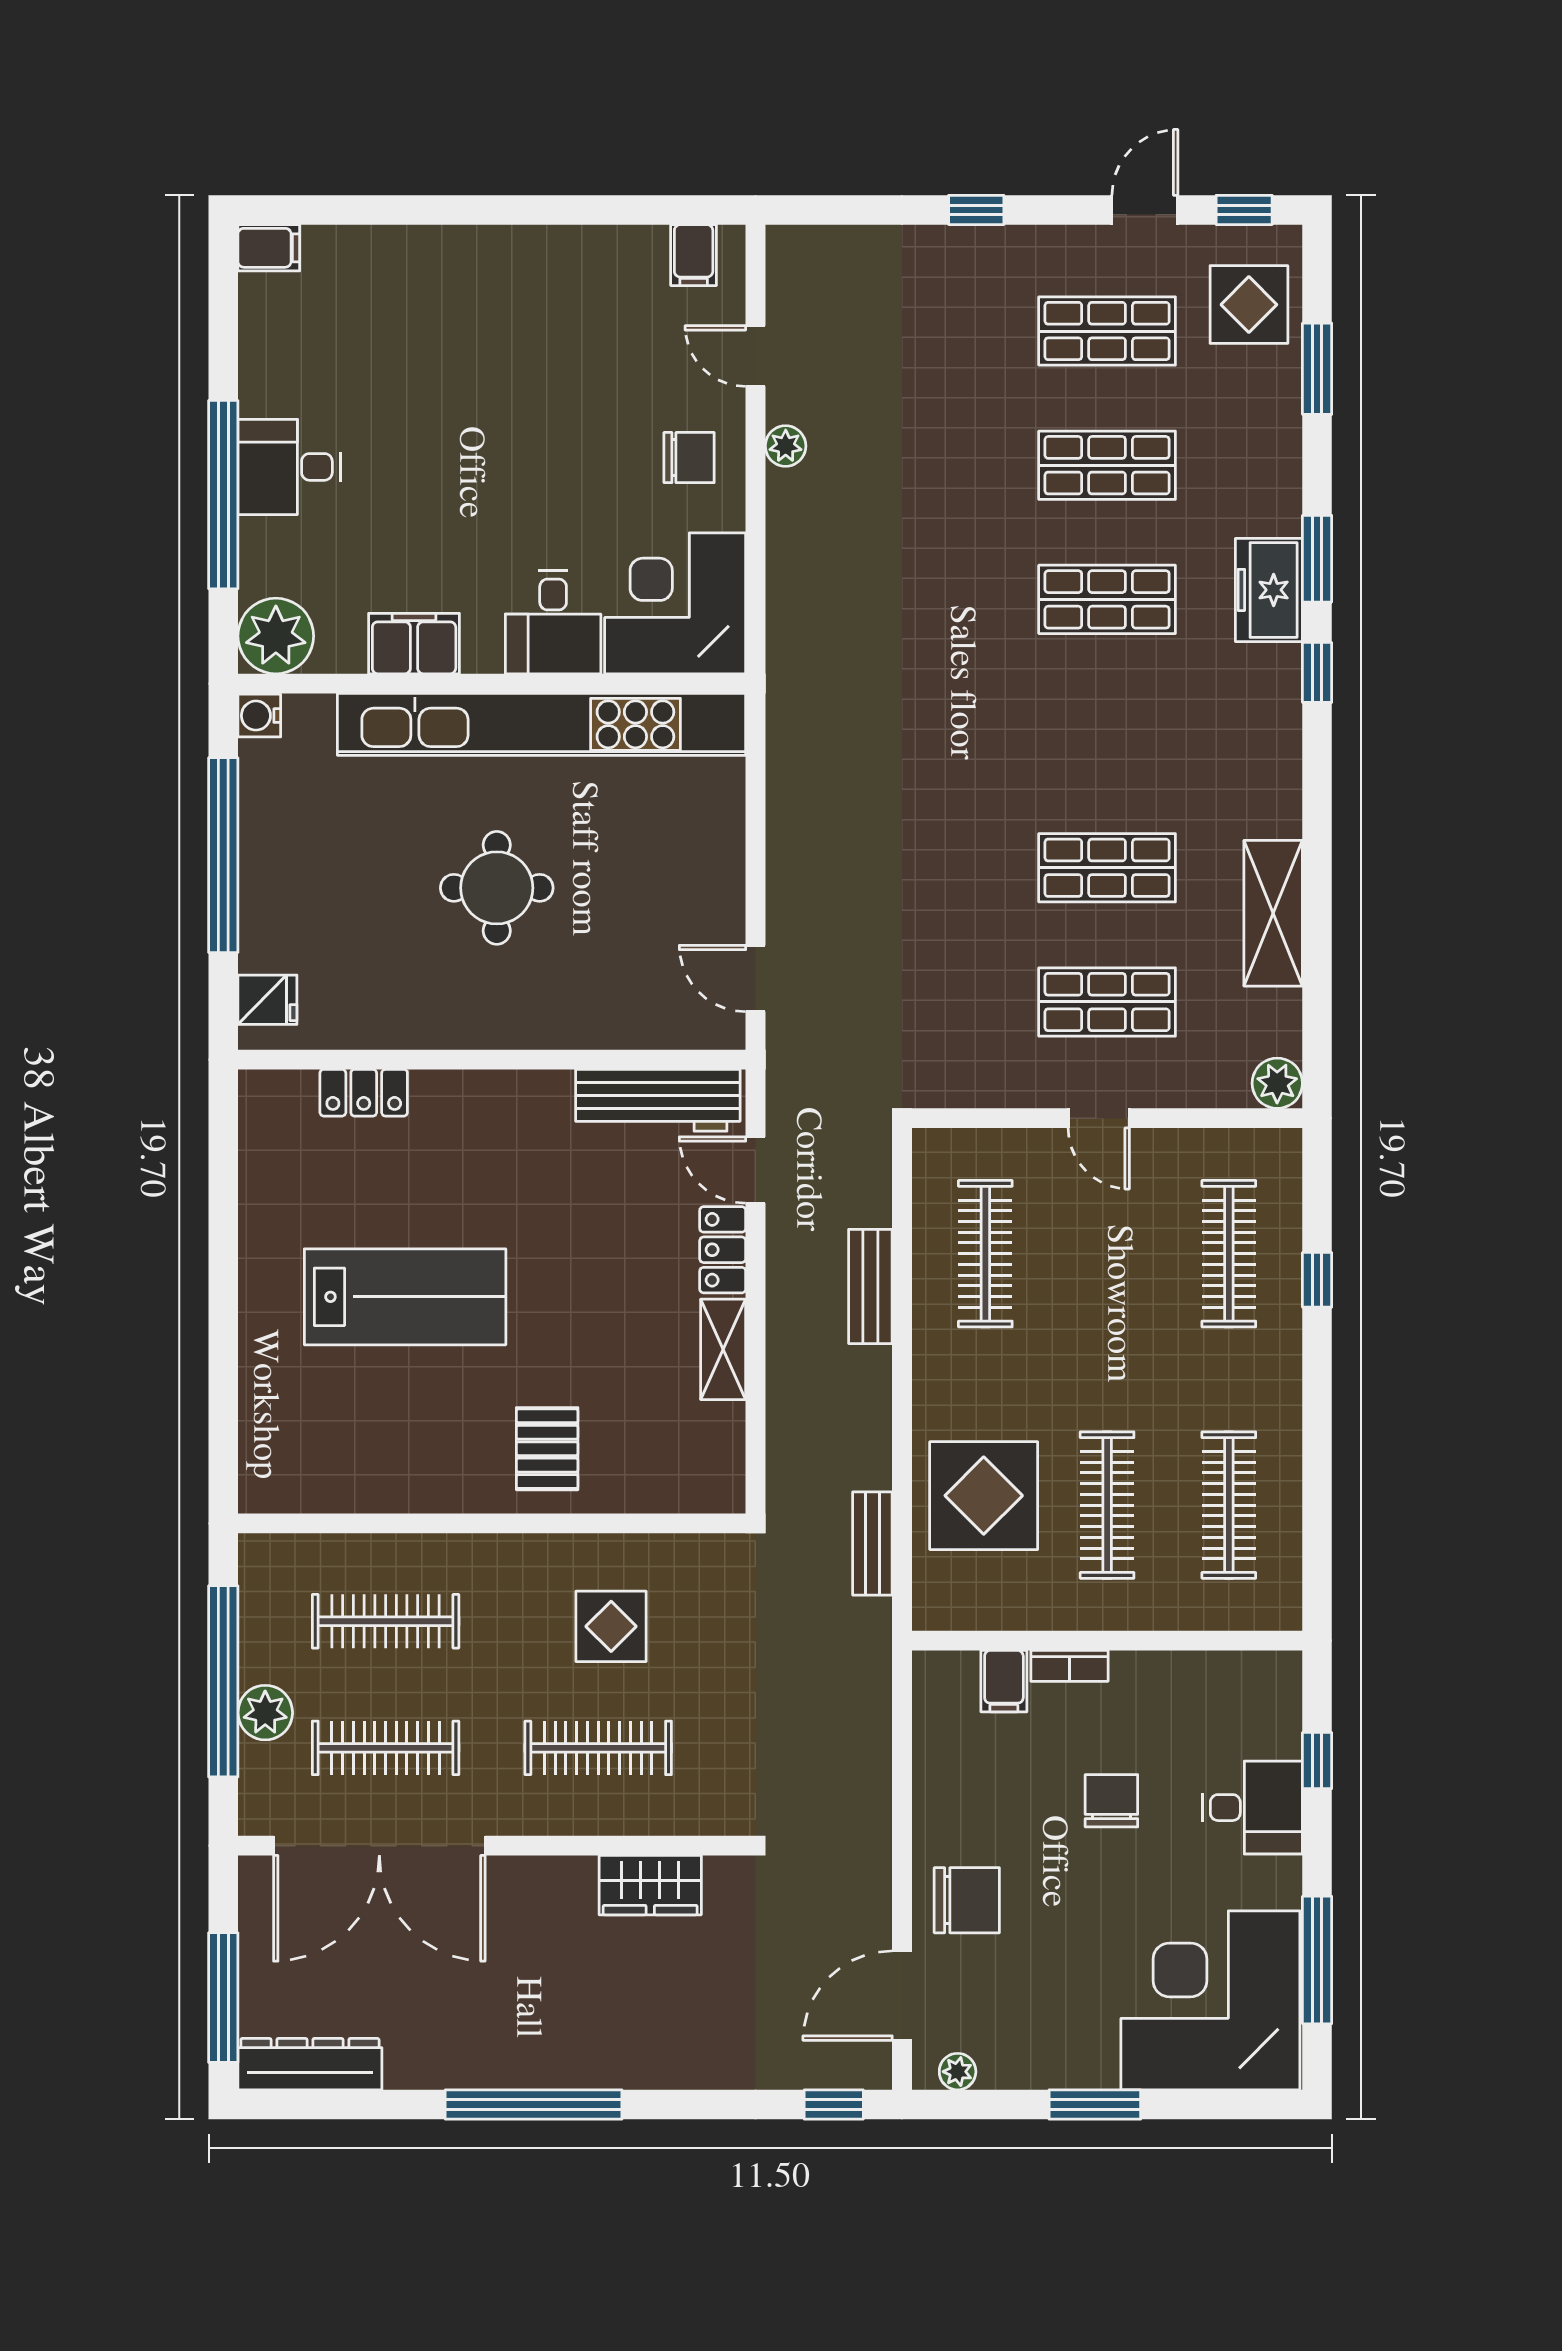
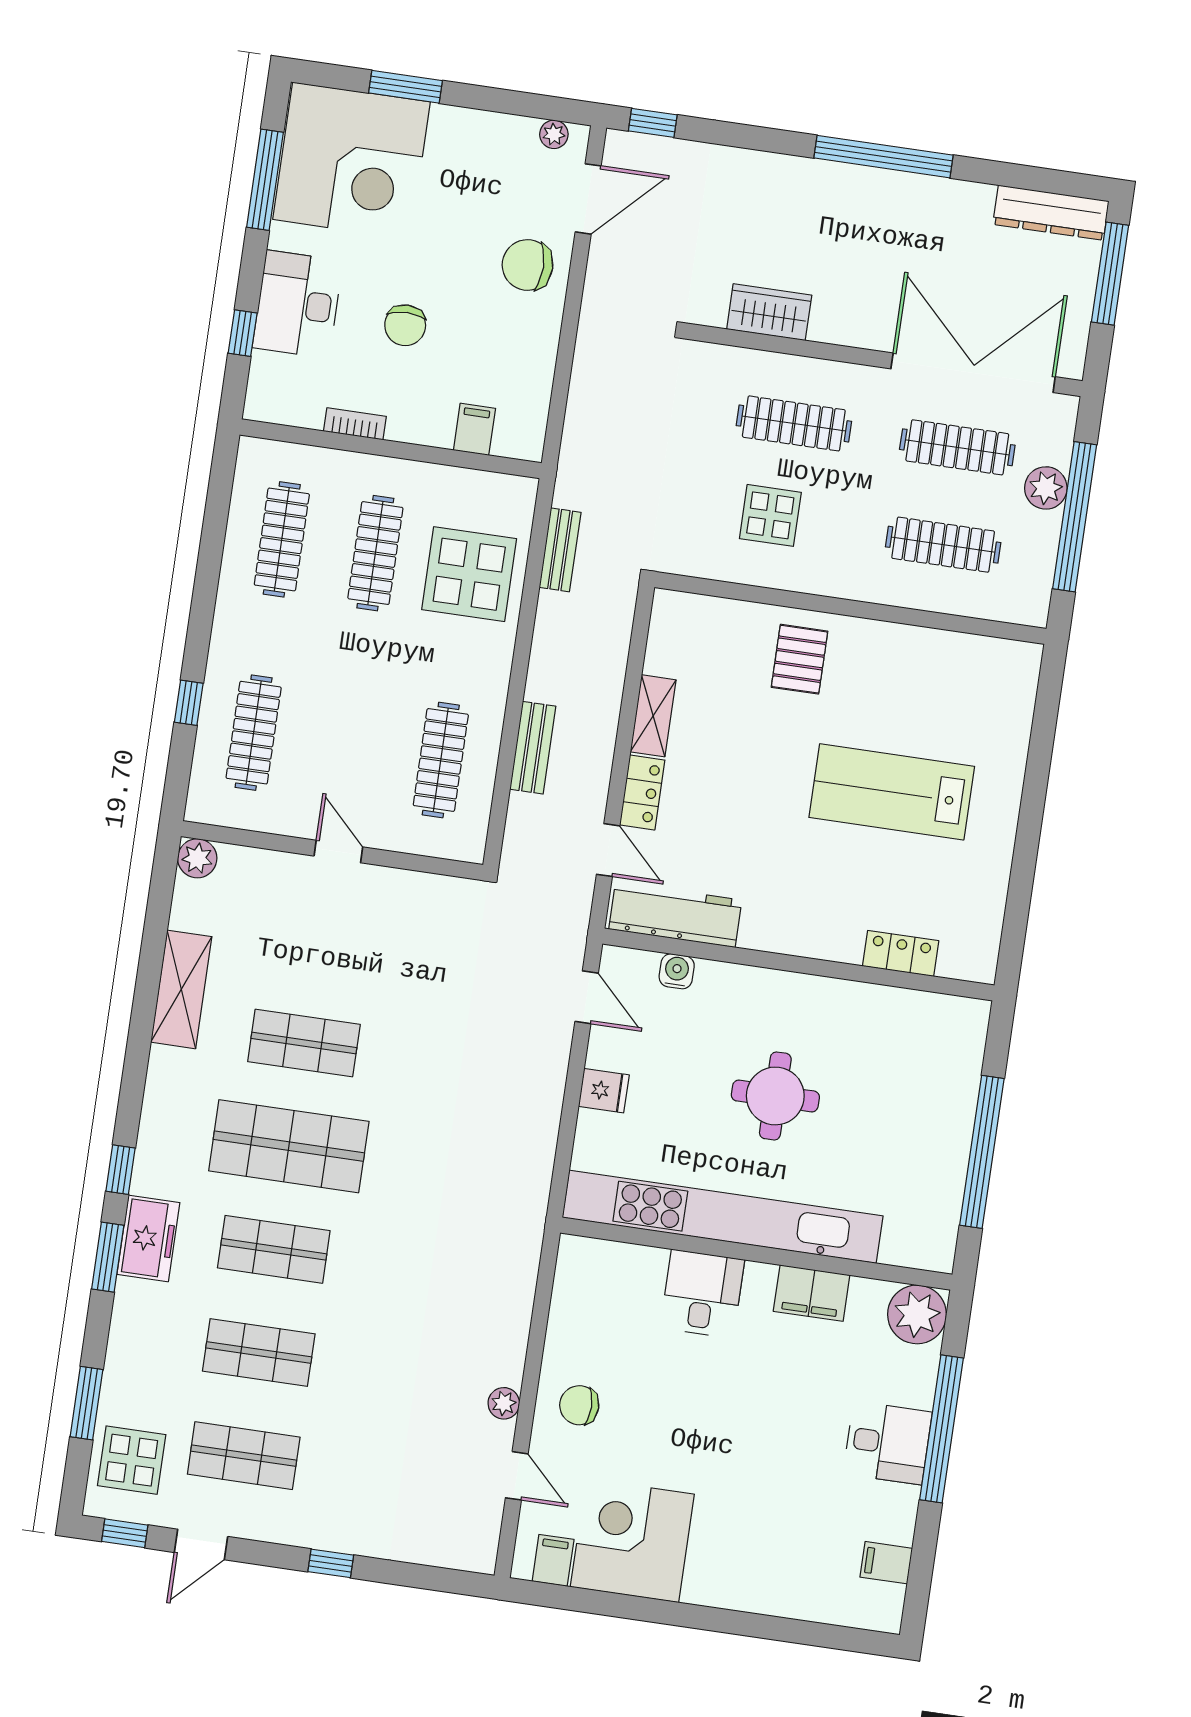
filing cabinet: (269, 248) -> (886, 1563), moved
corner desk: (675, 603) -> (632, 1541), moved, turned 180
water cooler: (259, 716) -> (677, 971), moved, turned -90
fridge: (267, 1000) -> (604, 1091), moved, turned 180
shop shelf: (1107, 1002) -> (289, 1146), moved, width x1.43, depth x1.36
bookcase: (1069, 1666) -> (355, 424), moved
desk: (1252, 1808) -> (298, 304), width x1.37
window: (1095, 2104) -> (405, 87), moved

